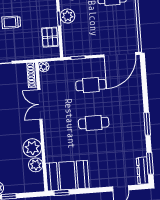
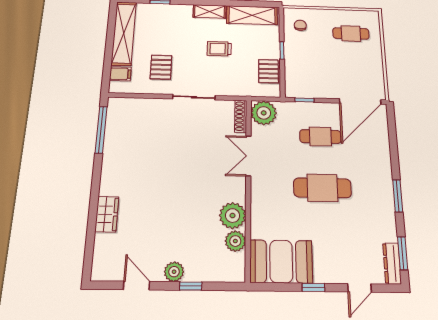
plant: (67, 16) -> (293, 48), removed
plant: (44, 67) -> (264, 113), width x1.88, depth x1.88
cafe table: (94, 123) -> (322, 188), width x1.37, depth x1.35
window: (62, 193) -> (313, 287), moved

